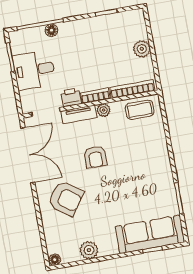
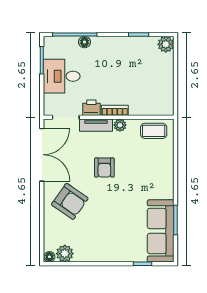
plant: (142, 49) -> (166, 44), moved
bookcase: (132, 89) -> (150, 110), removed
sofa: (150, 234) -> (161, 231), moved, turned -90
plant: (89, 250) -> (65, 254), moved

